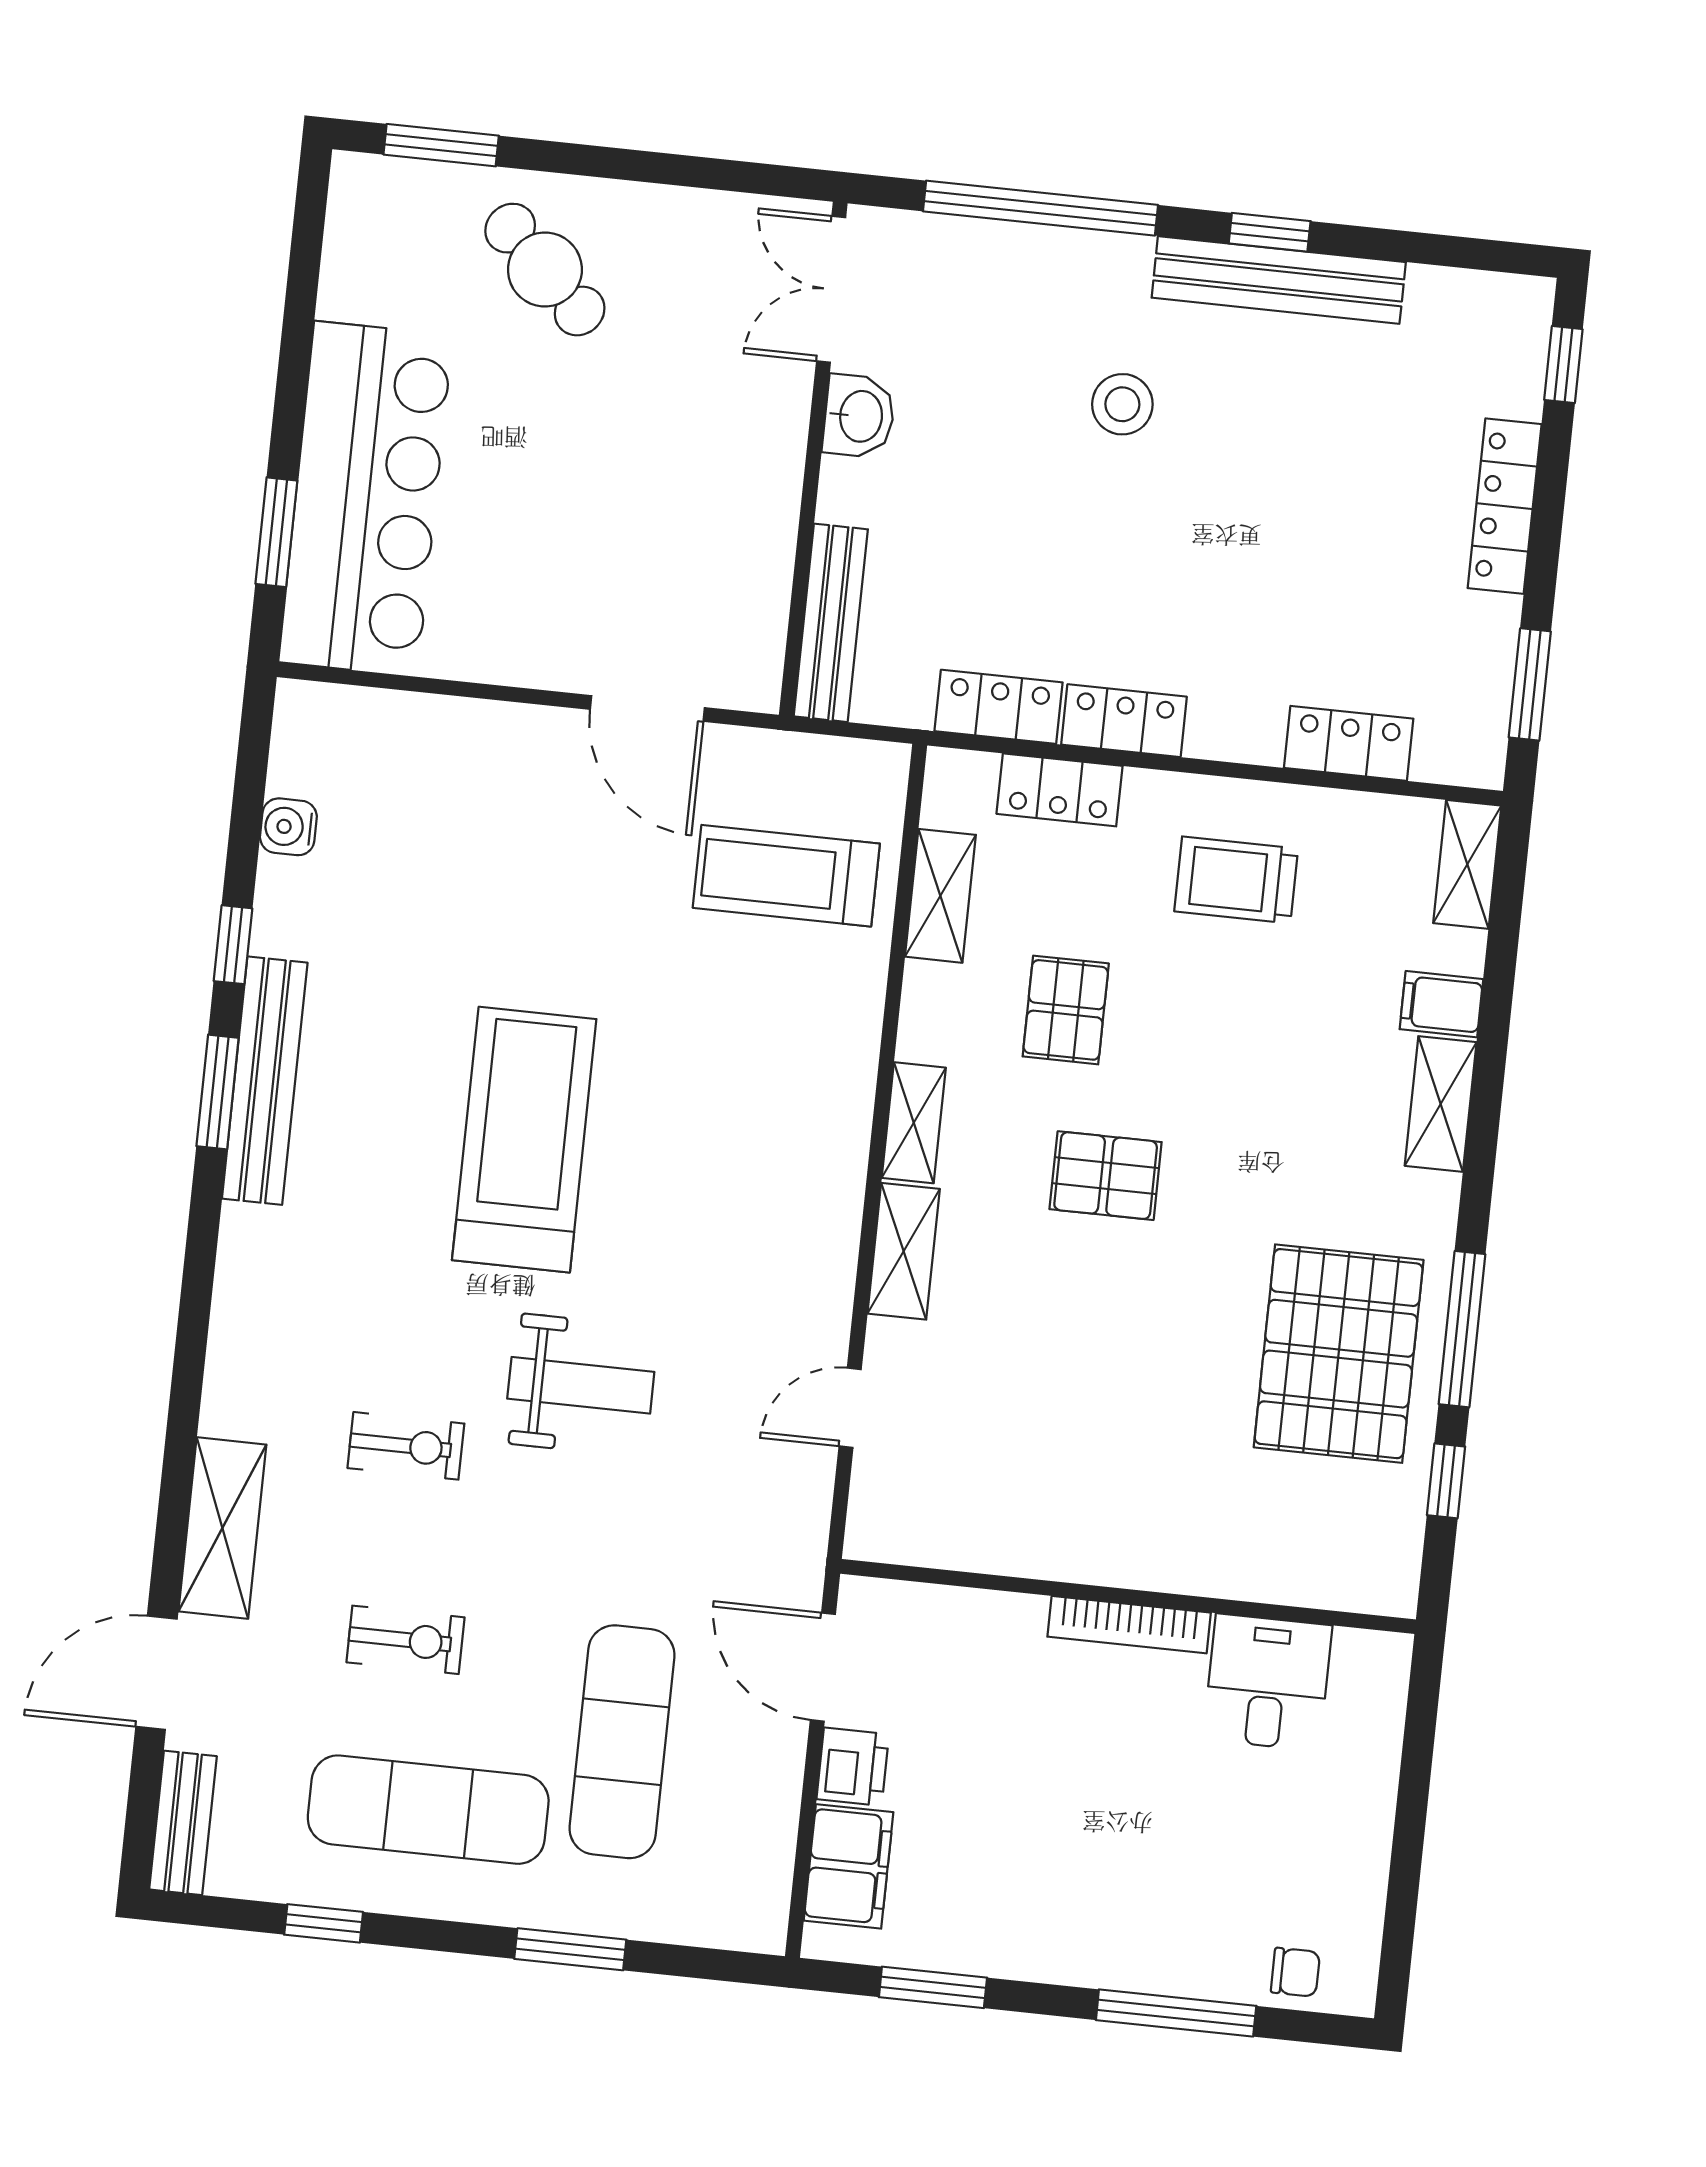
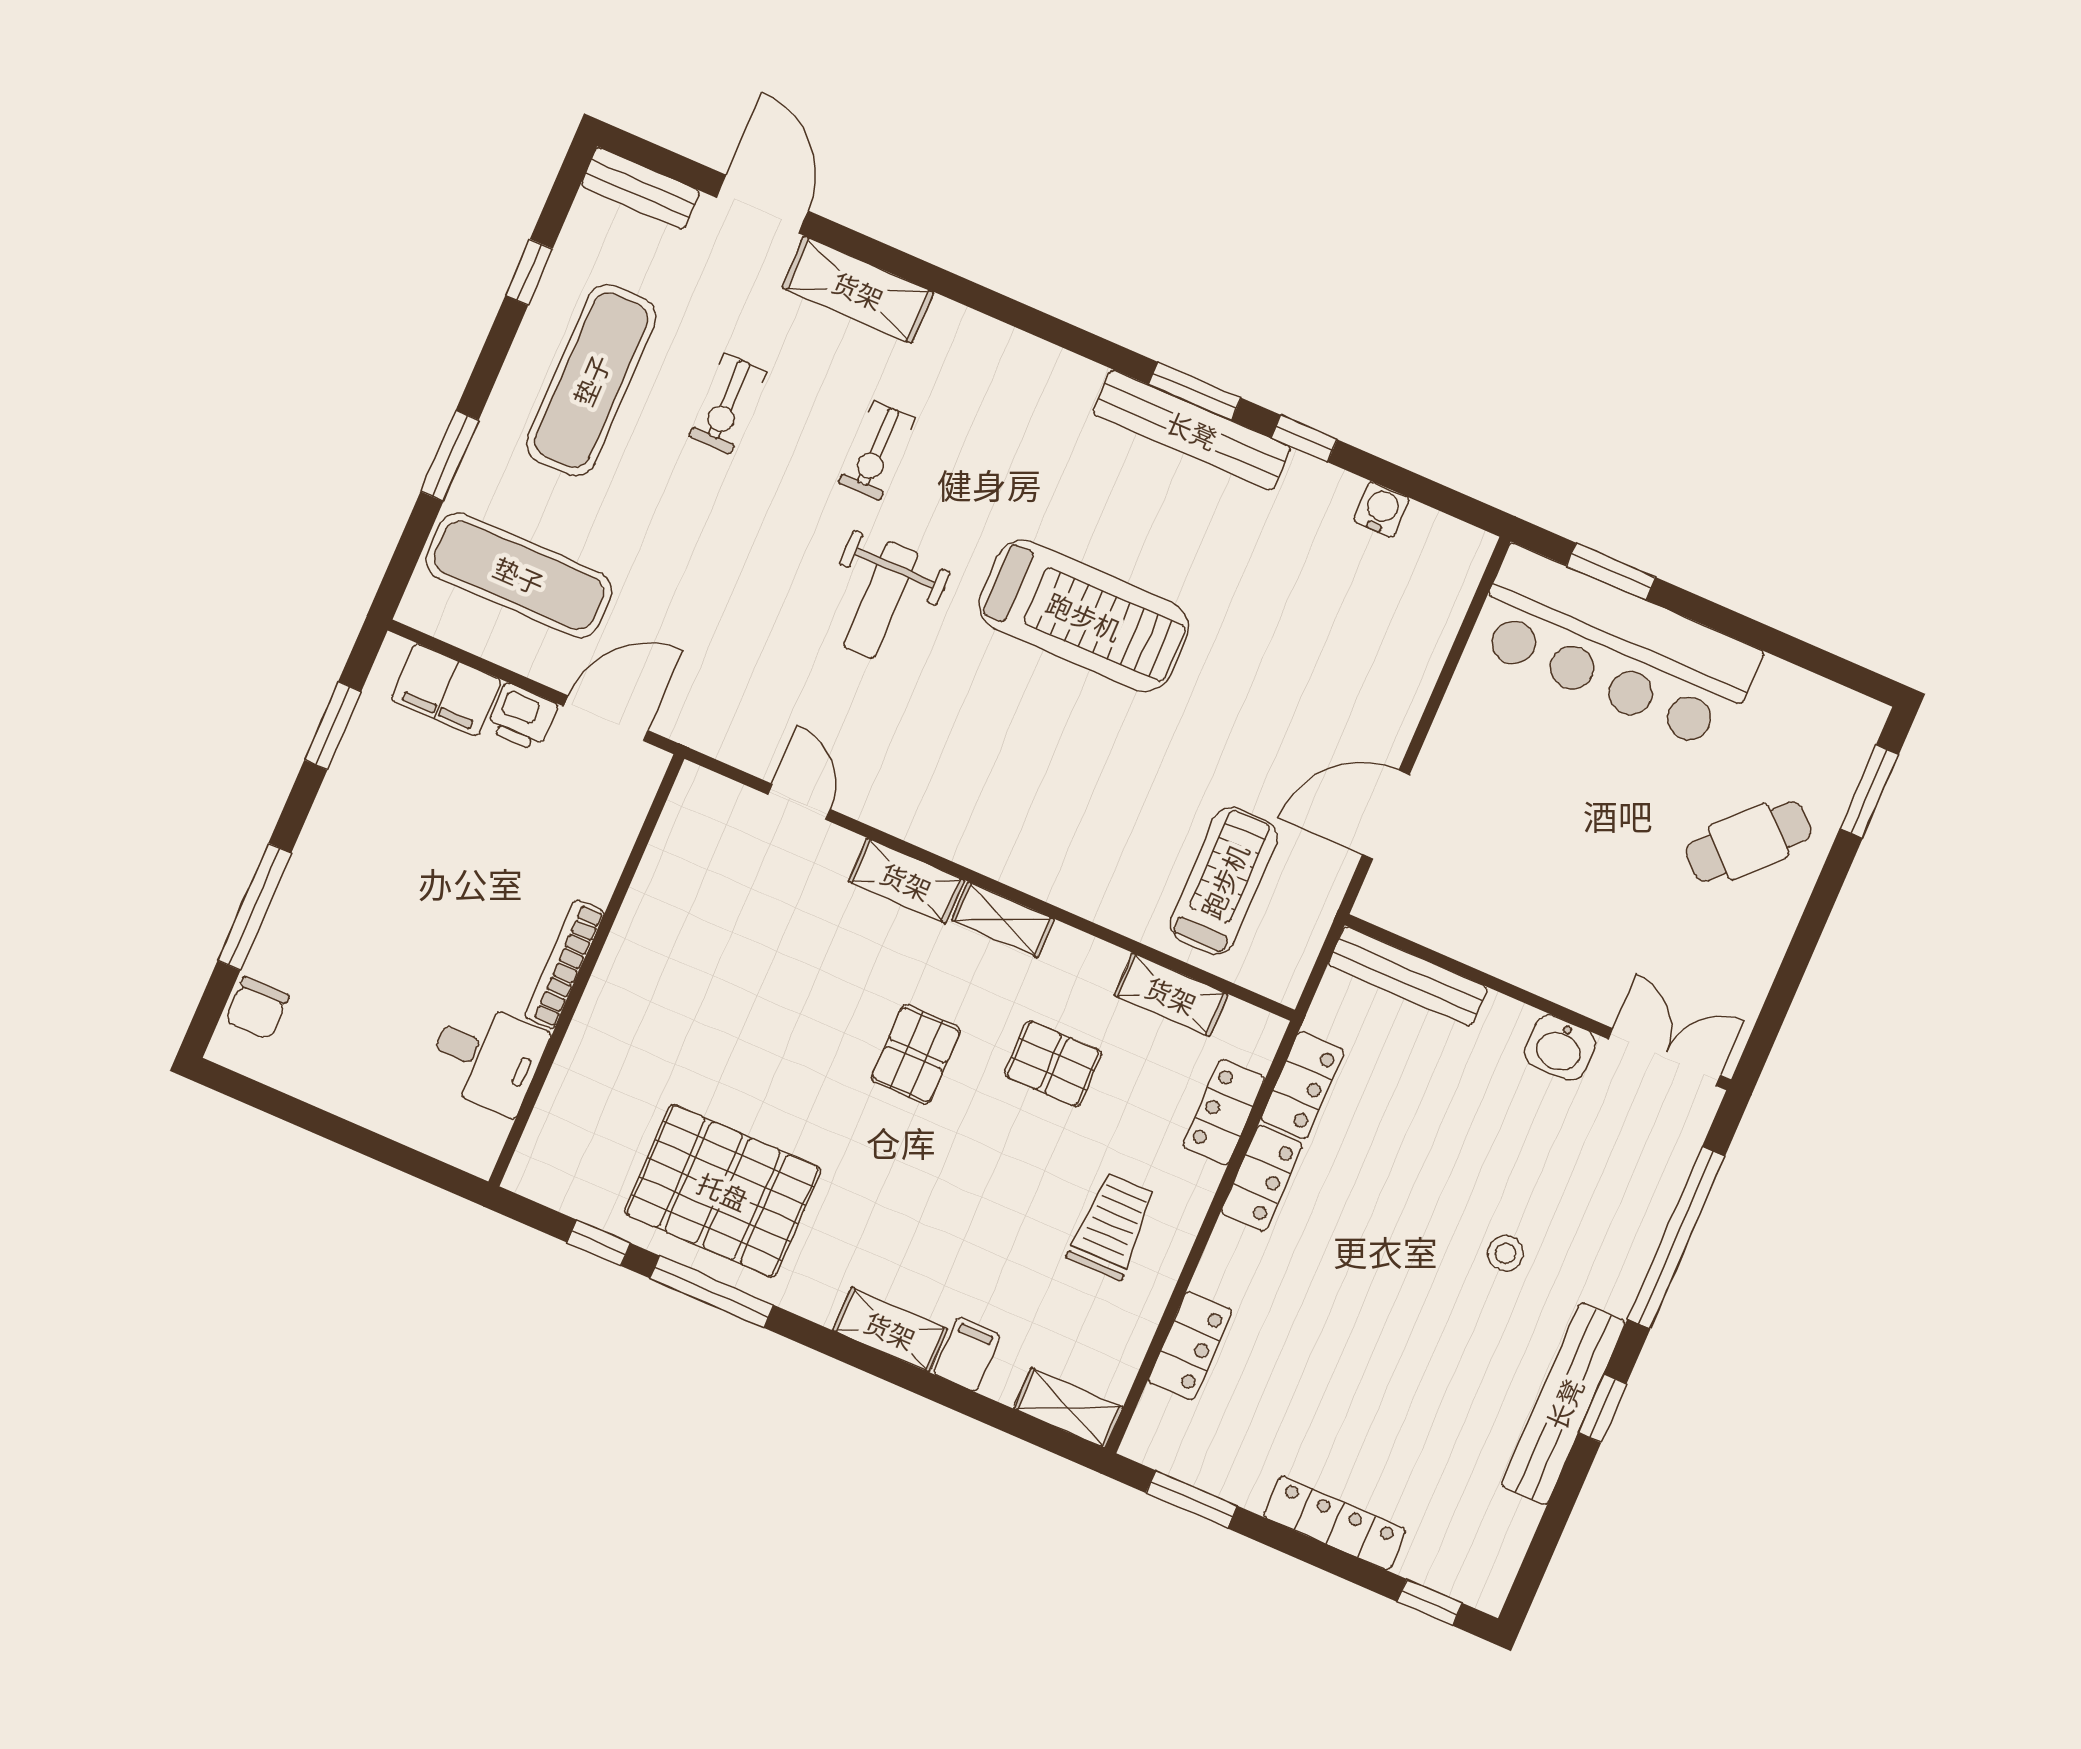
stool: (1122, 404) -> (1505, 1253), width x0.73, depth x0.73
exercise mat: (622, 1742) -> (519, 575), moved
chair: (1295, 1972) -> (257, 1008), width x1.37, depth x1.37

